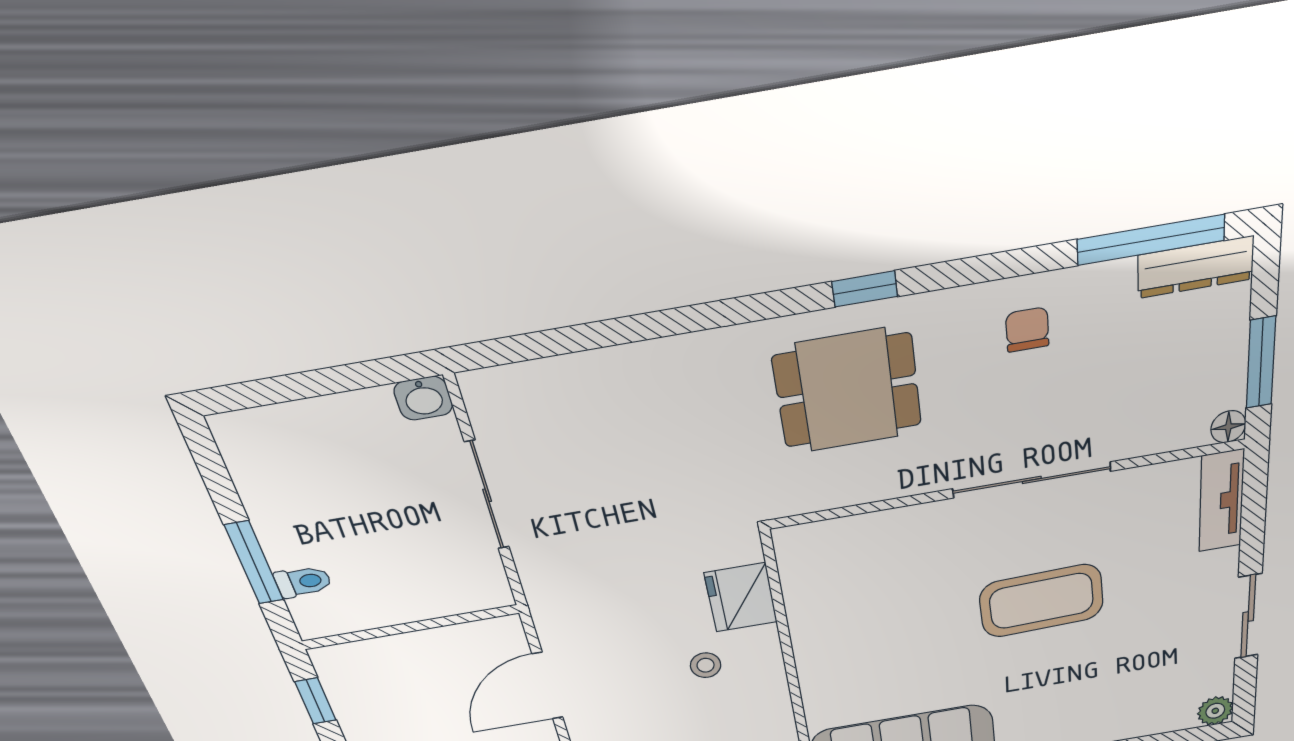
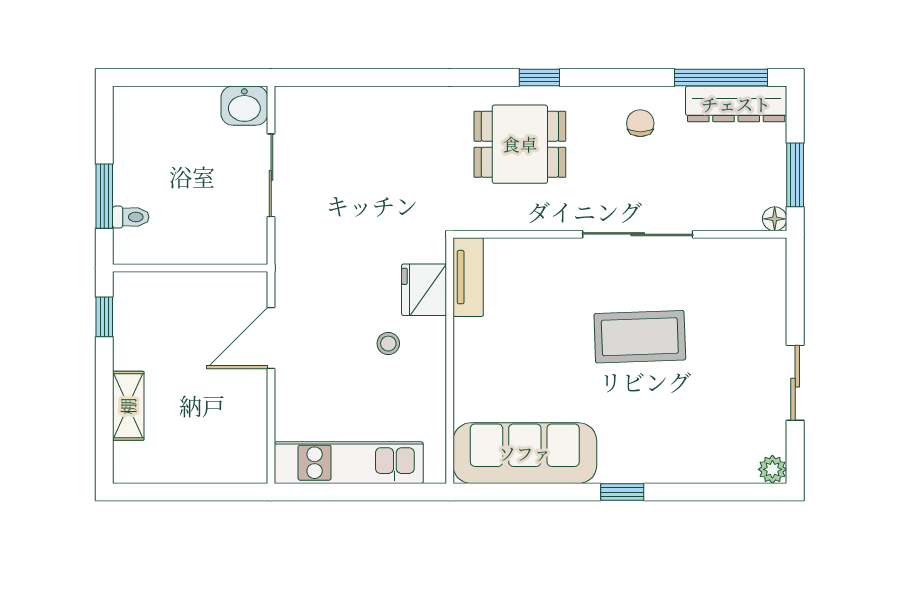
dresser: (1196, 267) -> (736, 104), width x1.37, depth x1.24
washbasin: (423, 398) -> (244, 106), width x1.38, depth x1.45
tv unit: (1221, 501) -> (468, 277), moved, turned 180

